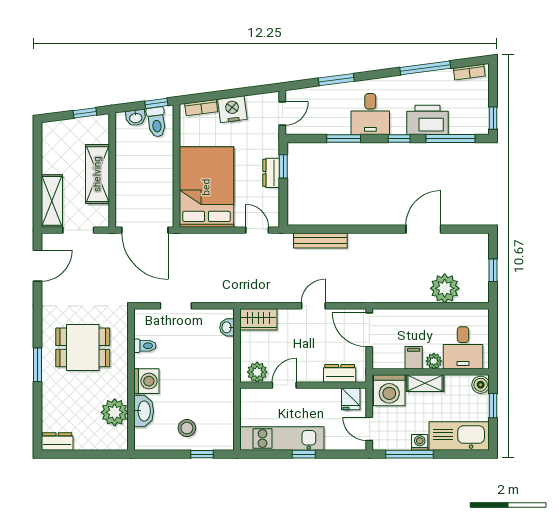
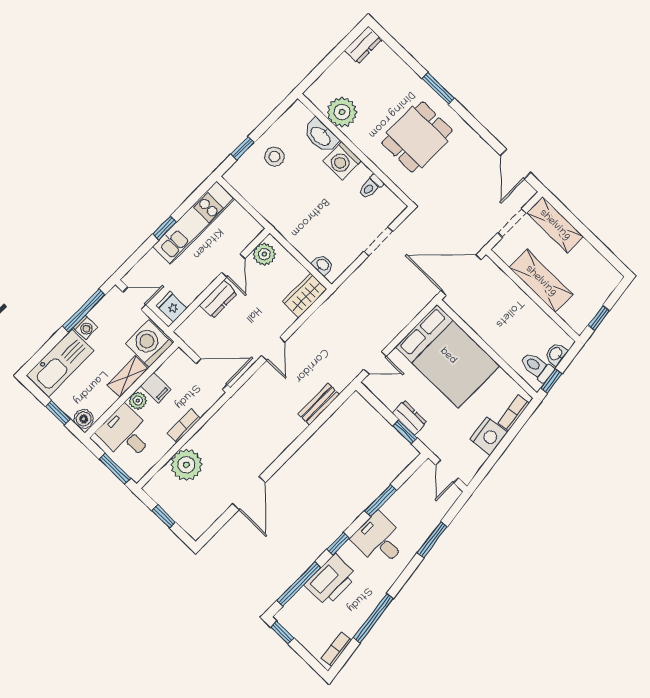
bench: (320, 241) -> (319, 404), width x0.73
bookcase: (421, 315) -> (184, 426), added
window: (493, 332) -> (115, 469), added
dresser: (340, 373) -> (218, 299), moved

